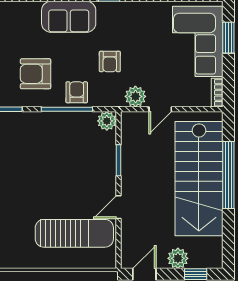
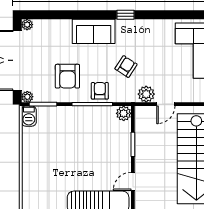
armchair: (110, 61) -> (126, 67), turned -147
armchair: (36, 74) -> (67, 76), turned -90

